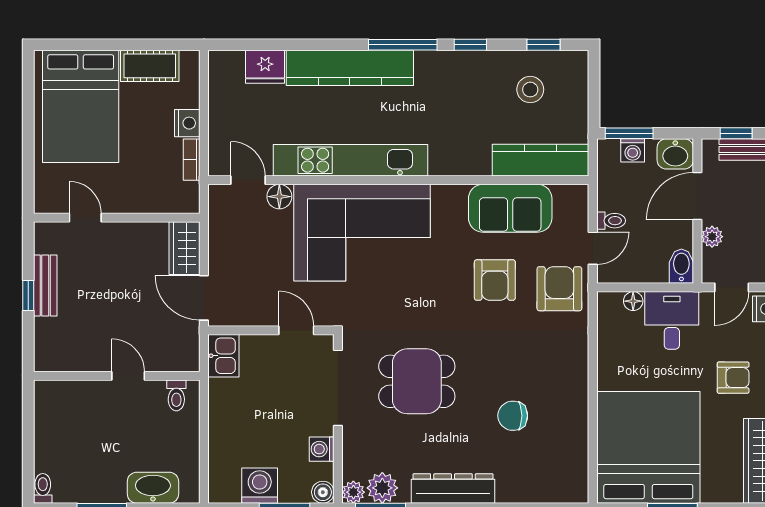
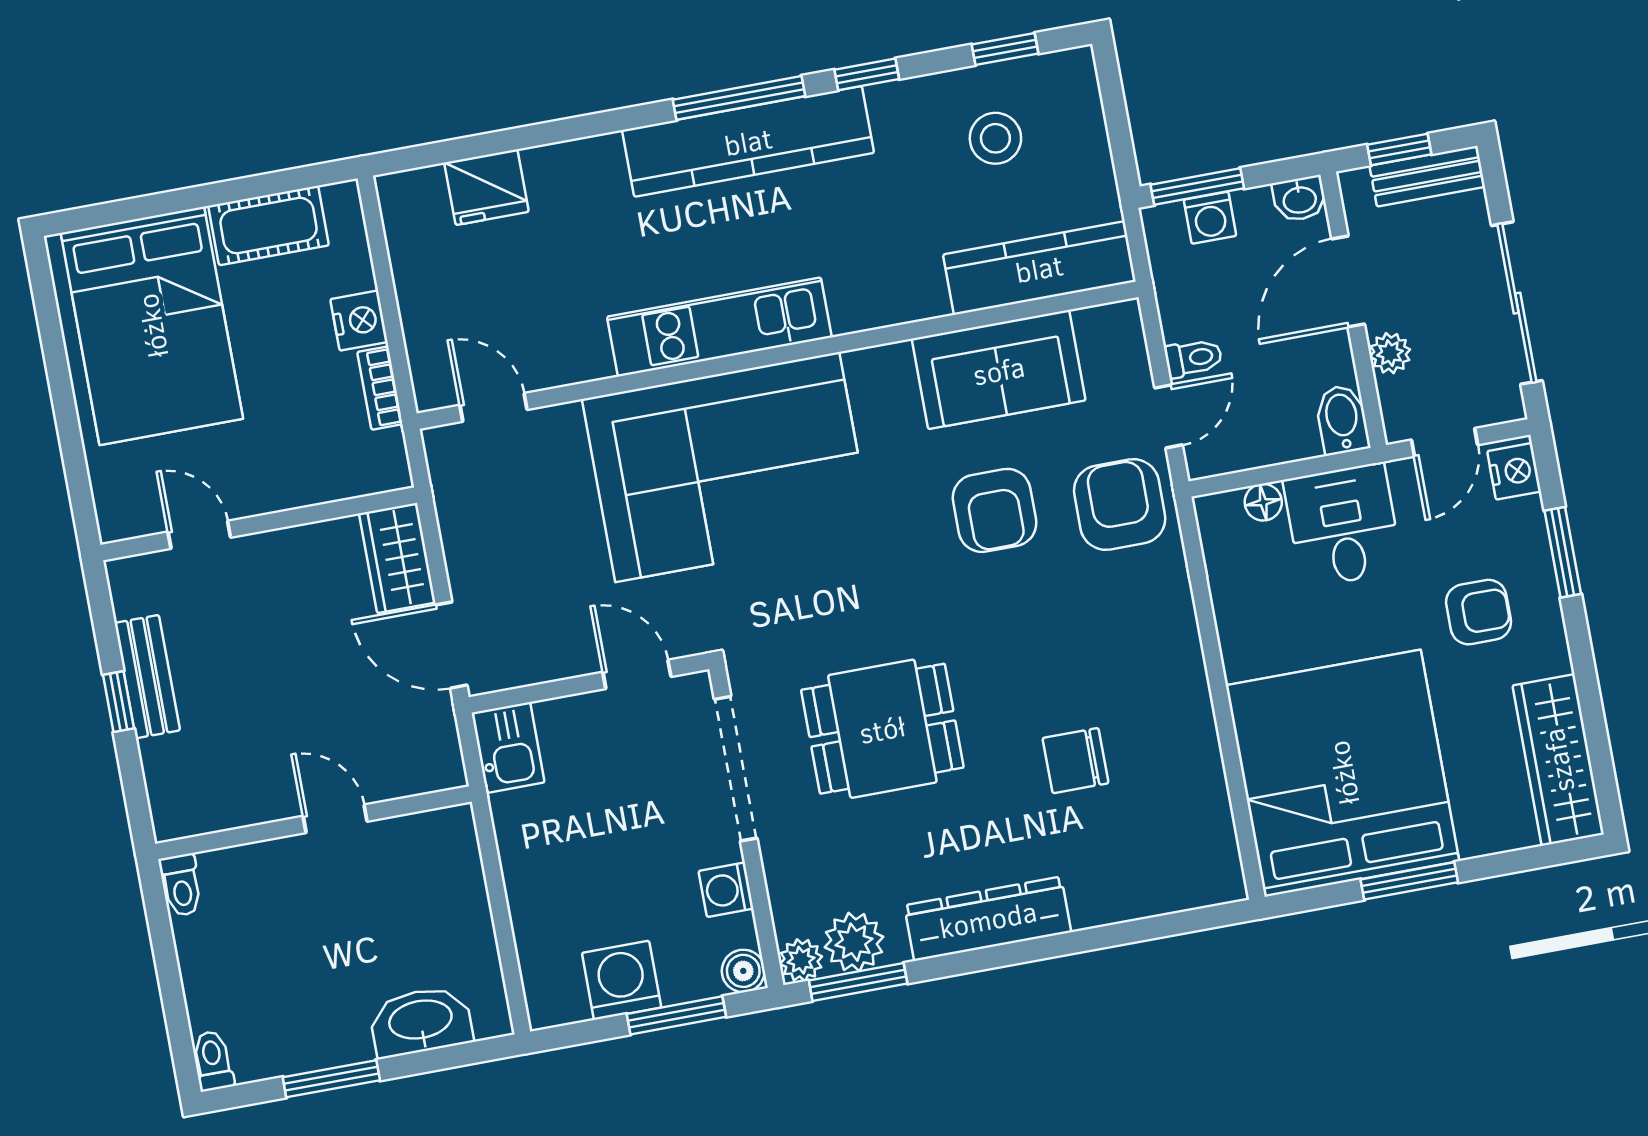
kitchen counter: (350, 68) -> (748, 141), moved
washbasin: (675, 154) -> (1300, 199), width x0.72, depth x0.69
kitchen unit: (351, 160) -> (719, 327), width x0.73
floor lamp: (279, 197) -> (559, 427), removed
toilet: (176, 395) -> (181, 885), moved

